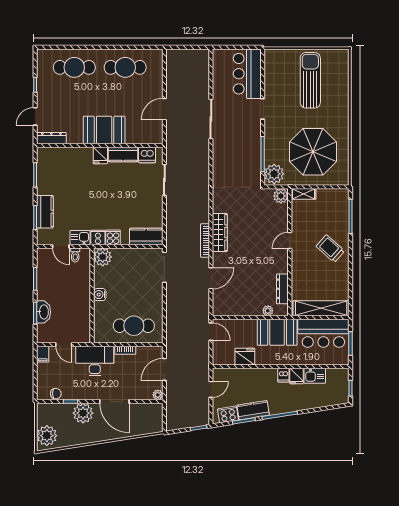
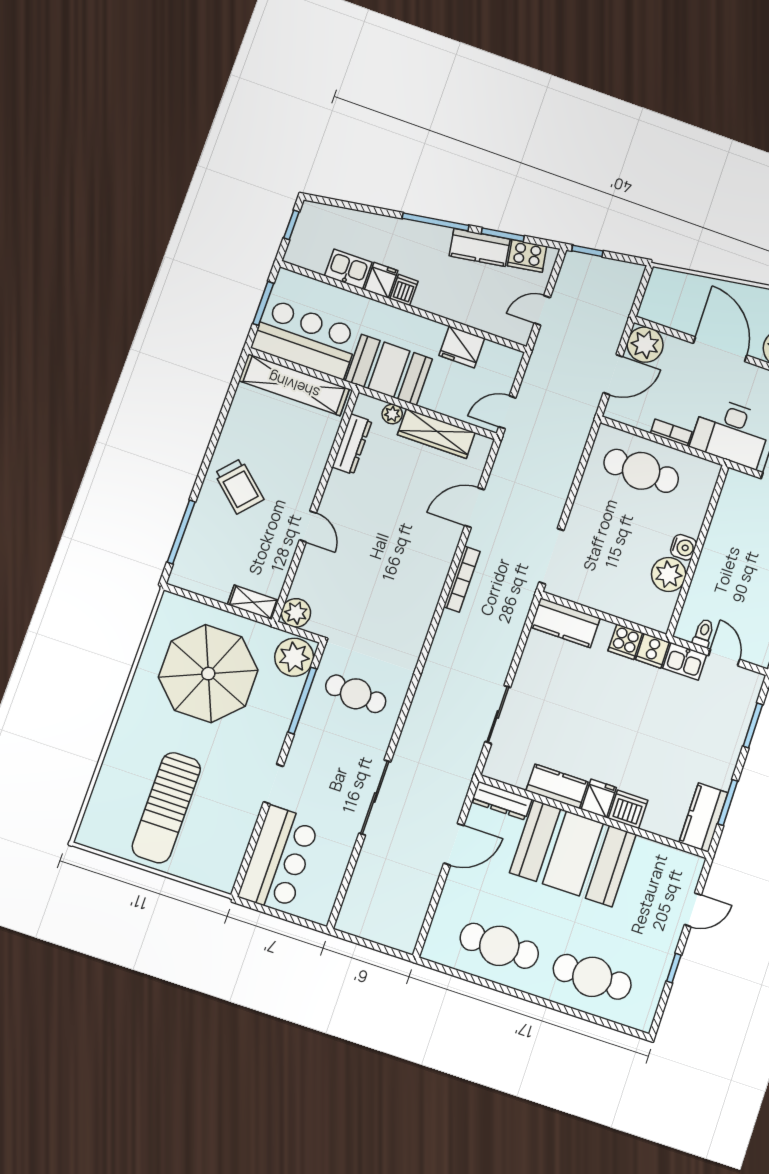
booth: (104, 130) -> (573, 853), width x1.36, depth x1.42
dresser: (51, 138) -> (502, 801), moved
dishwasher: (147, 155) -> (628, 809), moved
cafe table: (238, 166) -> (356, 694), added
kitchen counter: (45, 212) -> (703, 818), moved
wardrobe: (220, 232) -> (436, 434), moved, turned -90
door: (290, 240) -> (308, 526), hinge flipped
plant: (103, 257) -> (669, 574), moved
door: (211, 332) -> (507, 412), hinge flipped
plant: (158, 395) -> (645, 345), width x1.88, depth x1.88

